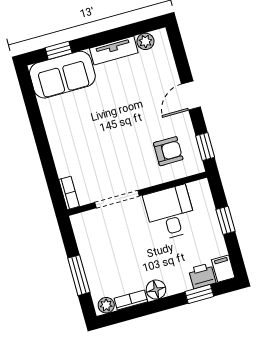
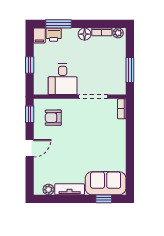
window: (79, 275) -> (130, 70), moved
window: (199, 294) -> (58, 24), width x1.50

